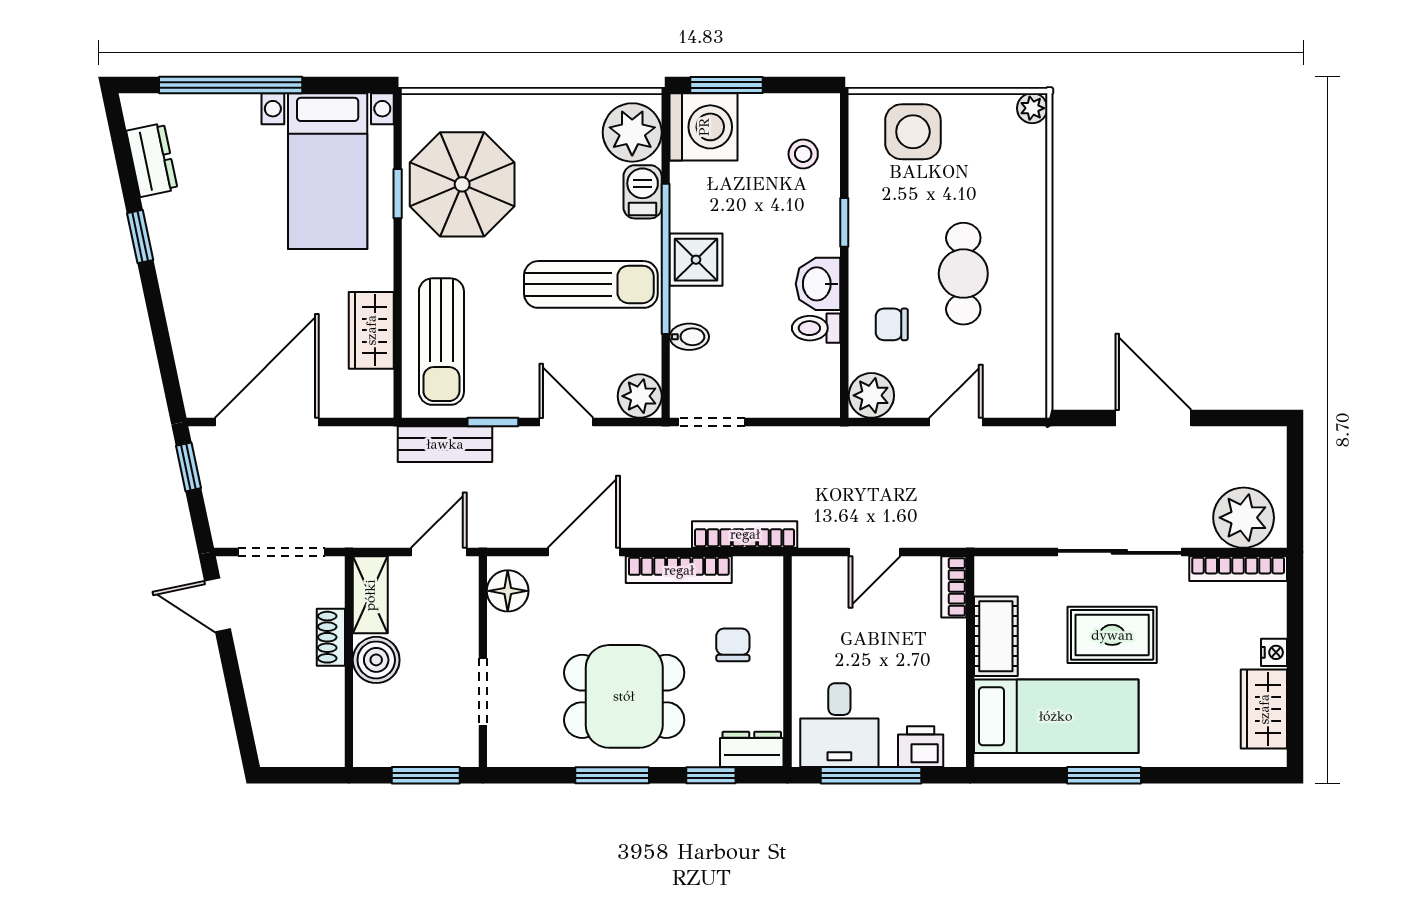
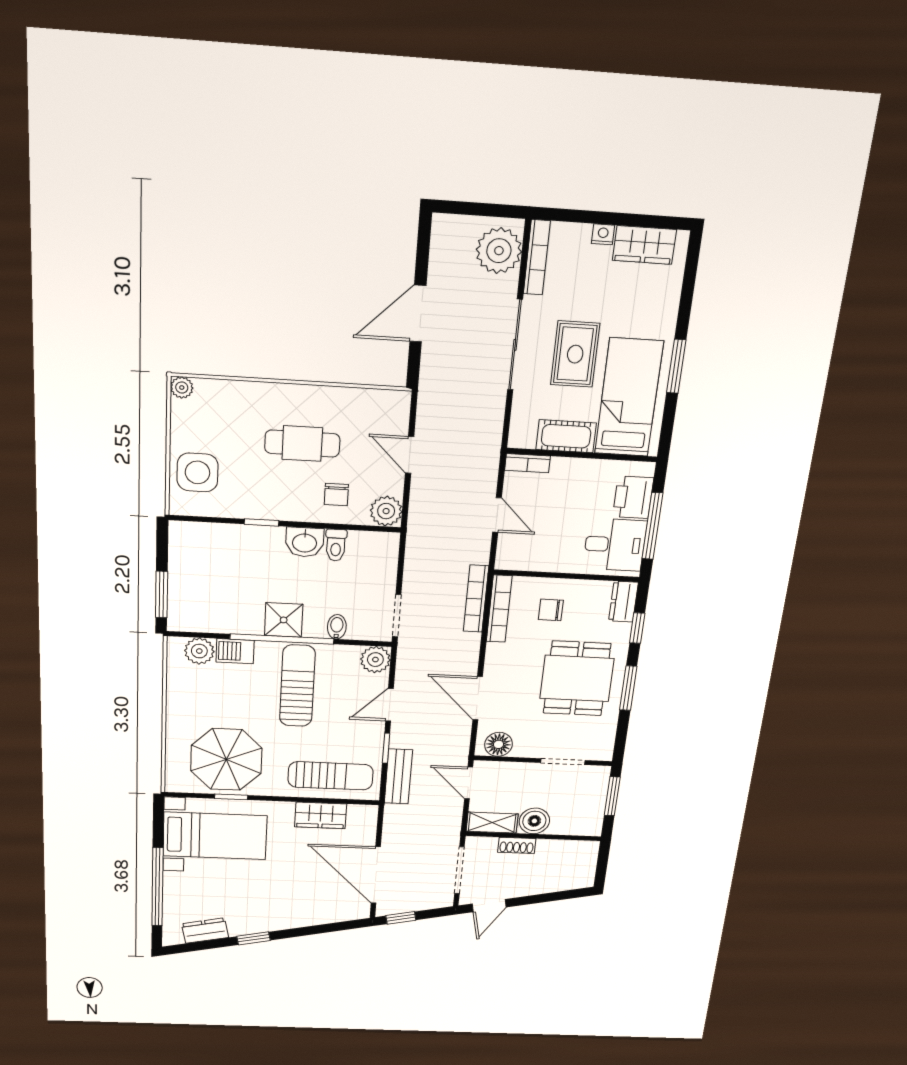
washing machine: (704, 127) -> (191, 611), removed
plant: (632, 132) -> (199, 651), width x0.73, depth x0.73
stool: (803, 154) -> (212, 547), removed
bookcase: (679, 570) -> (499, 609), moved
printer: (921, 747) -> (633, 497), width x1.36, depth x1.24

